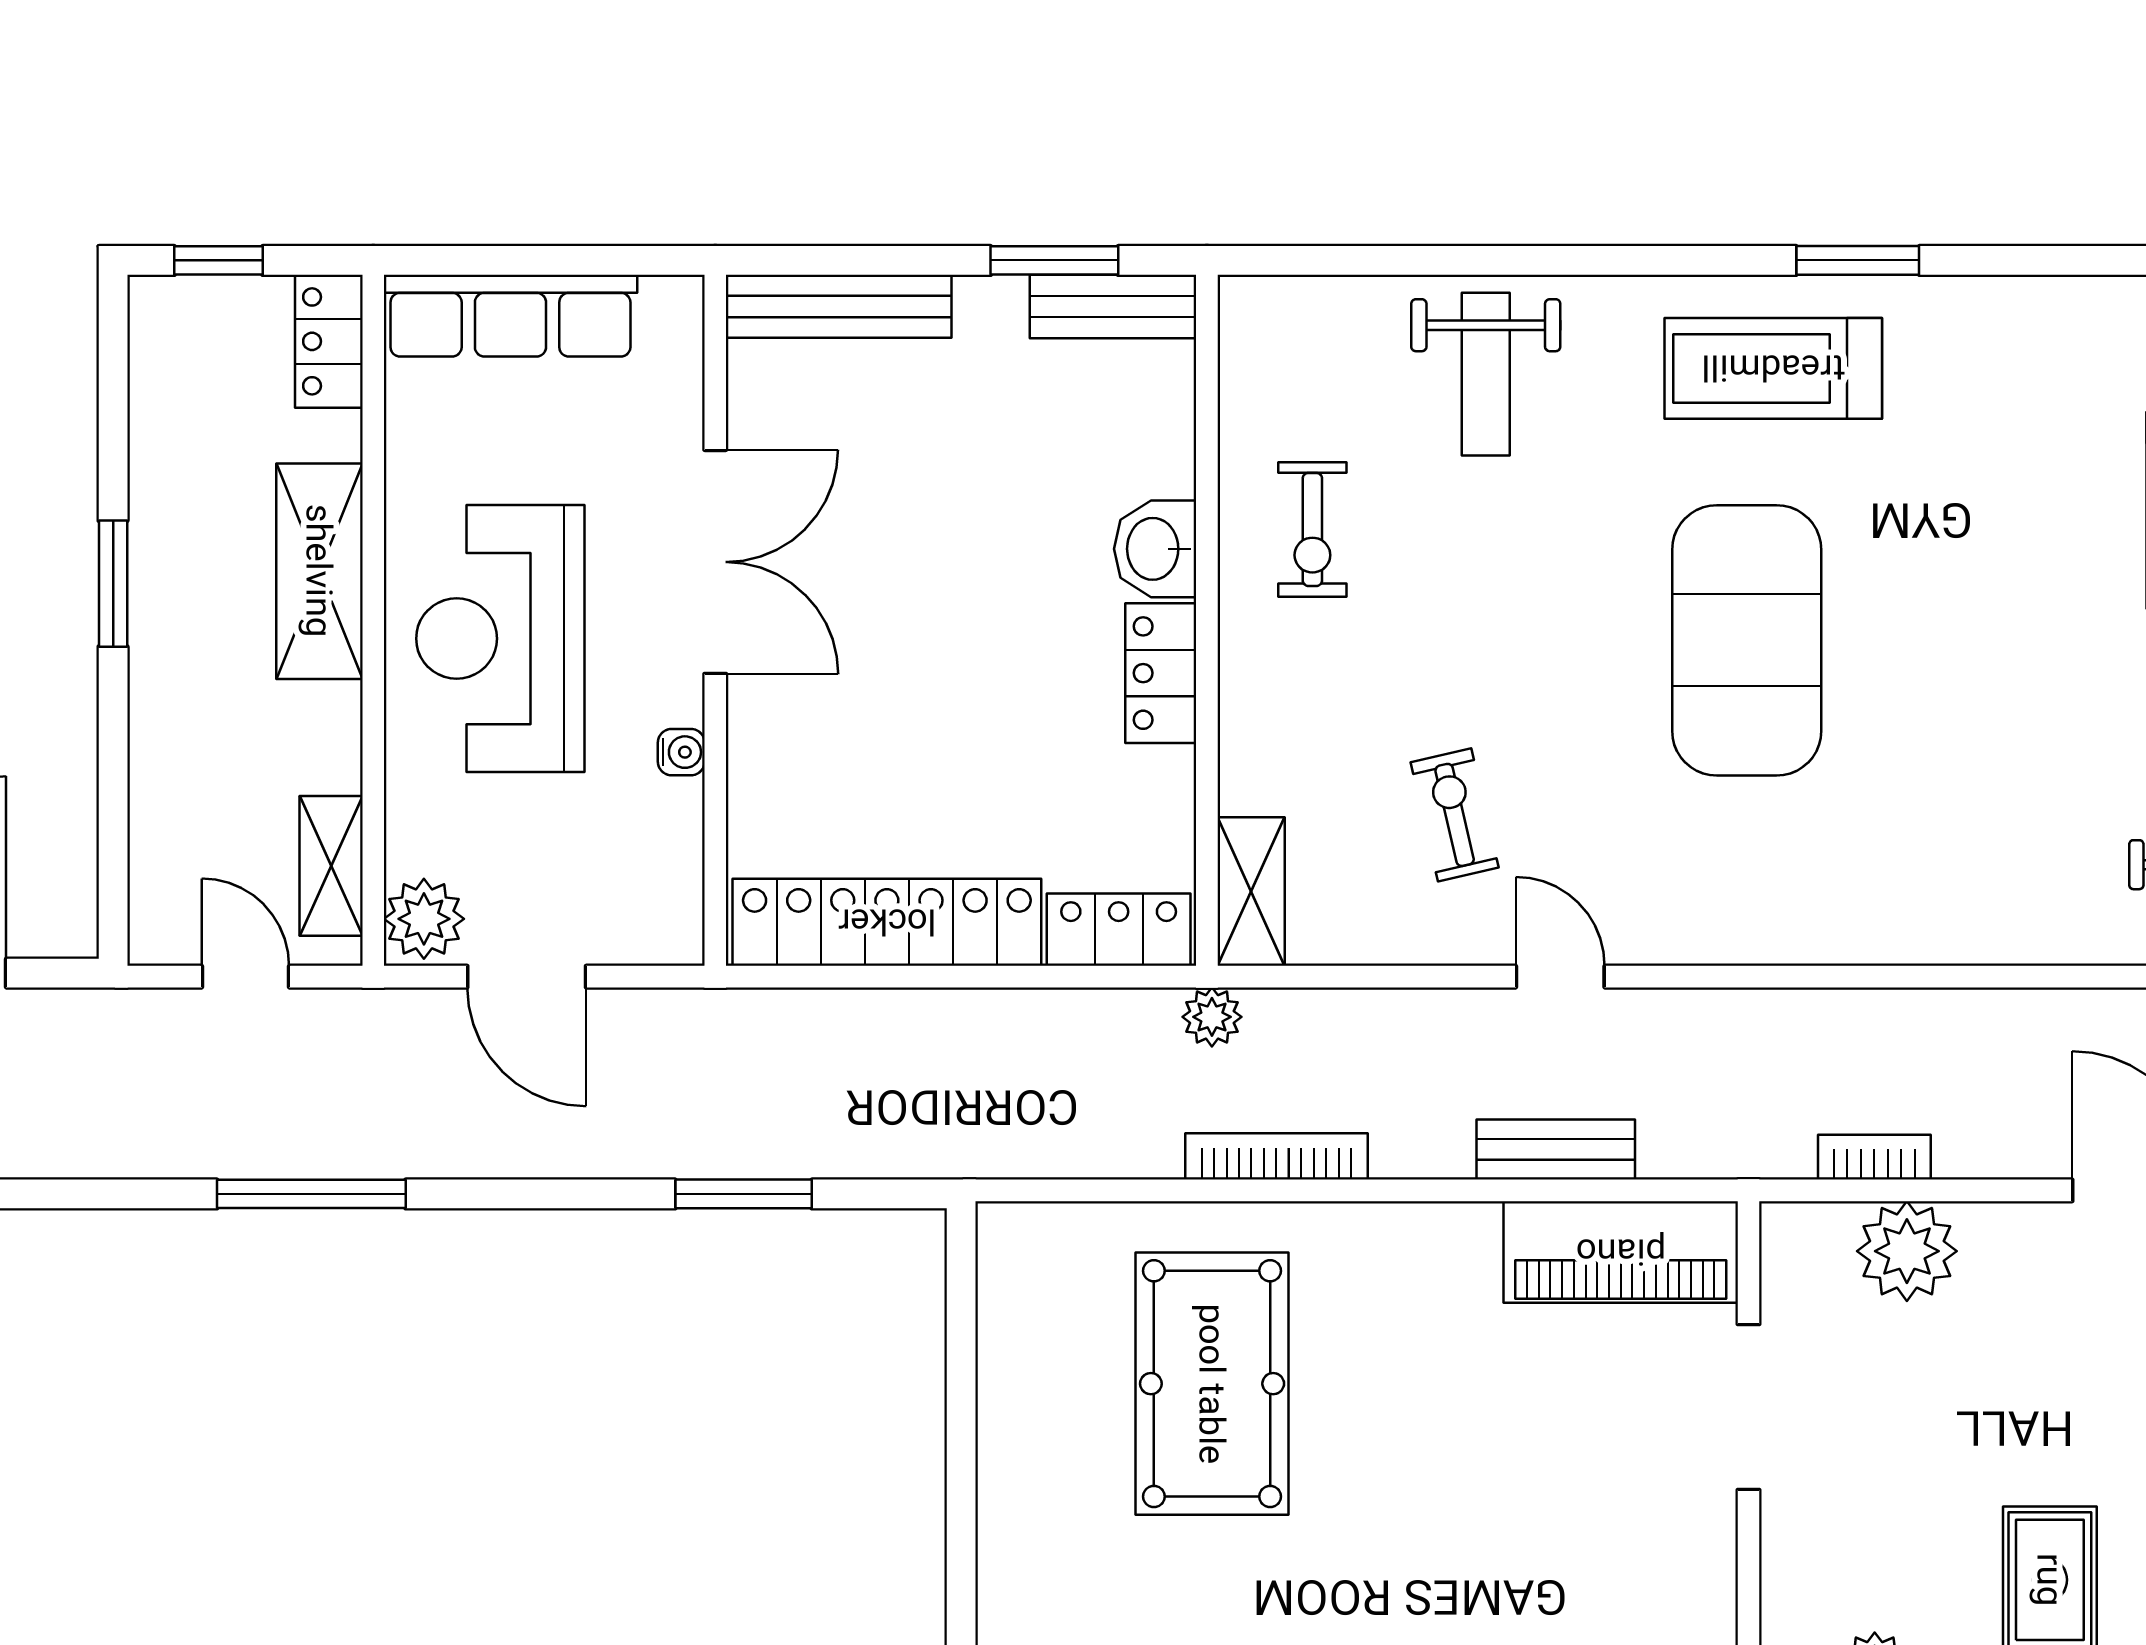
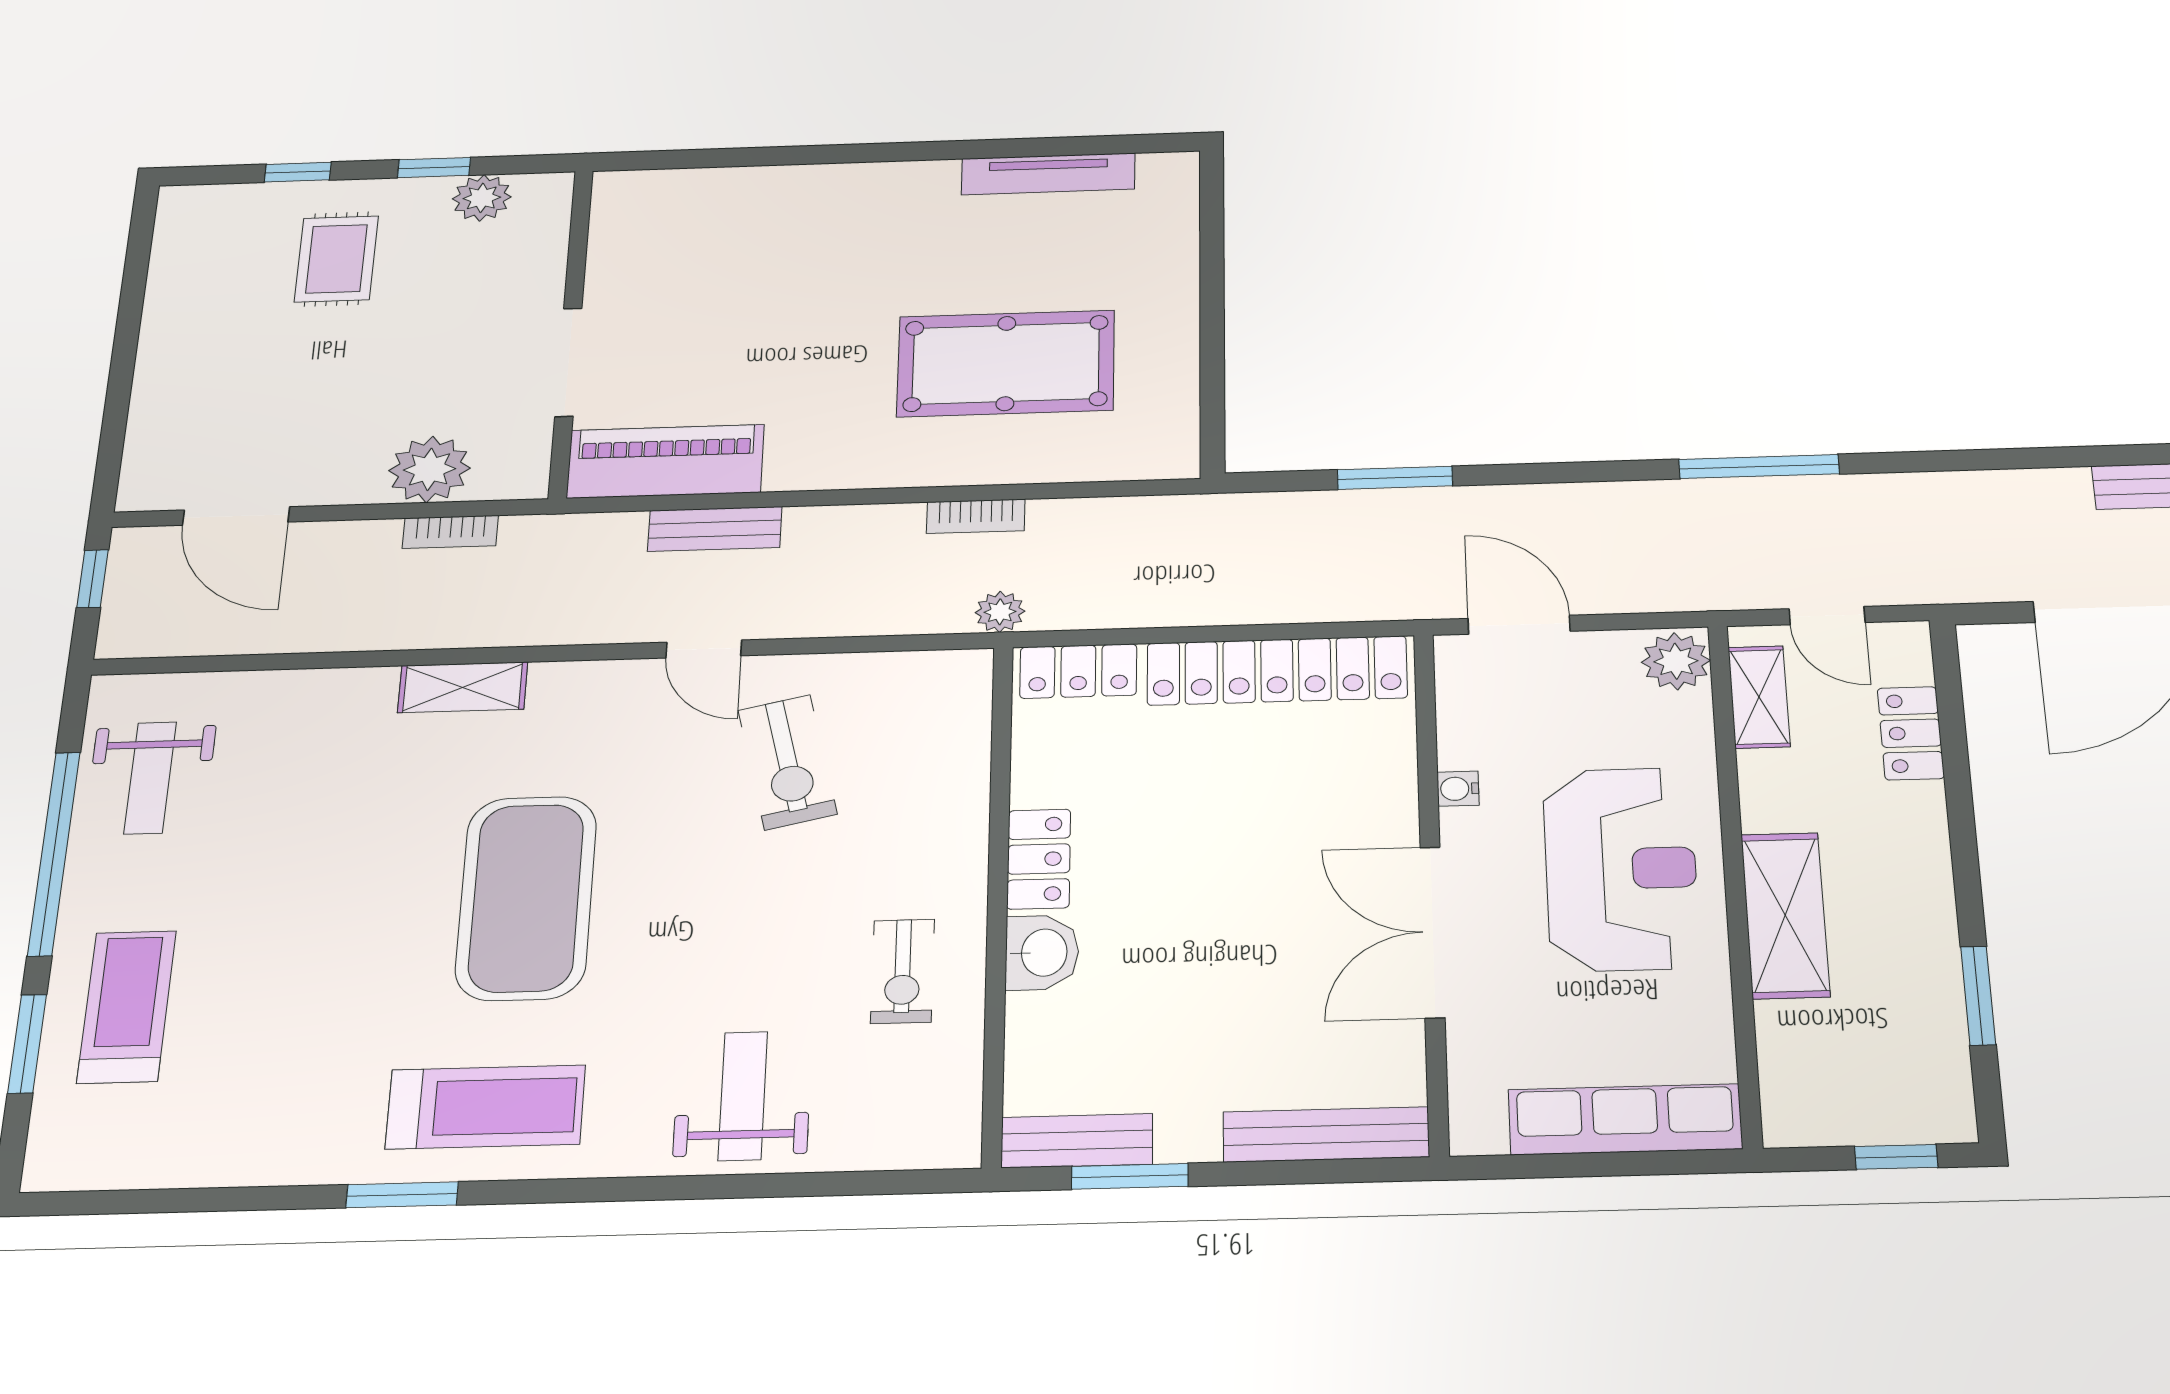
locker: (329, 341) -> (1911, 733), moved, turned 180
exercise bike: (1312, 529) -> (902, 971), turned 180
window: (113, 584) -> (1978, 996), moved
exercise bike: (1455, 815) -> (787, 762), width x1.38, depth x1.39
shelving: (1251, 892) -> (463, 687), moved, turned 90
door: (527, 977) -> (1519, 625), moved
bookcase: (1276, 1156) -> (976, 516), width x0.64
pool table: (1212, 1384) -> (1006, 363), turned 90

